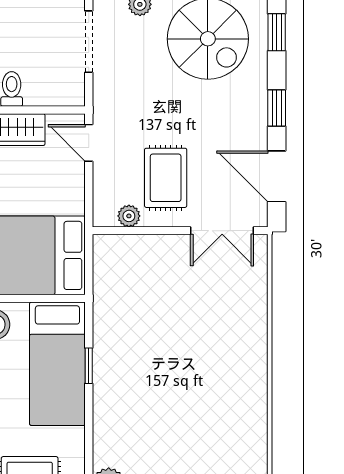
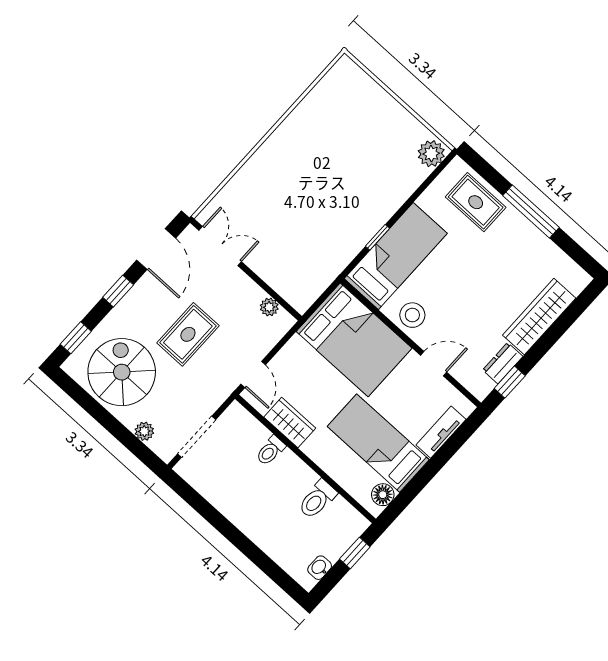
rug: (166, 178) -> (188, 334), moved

